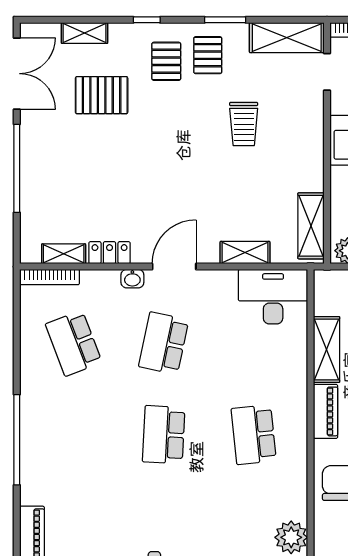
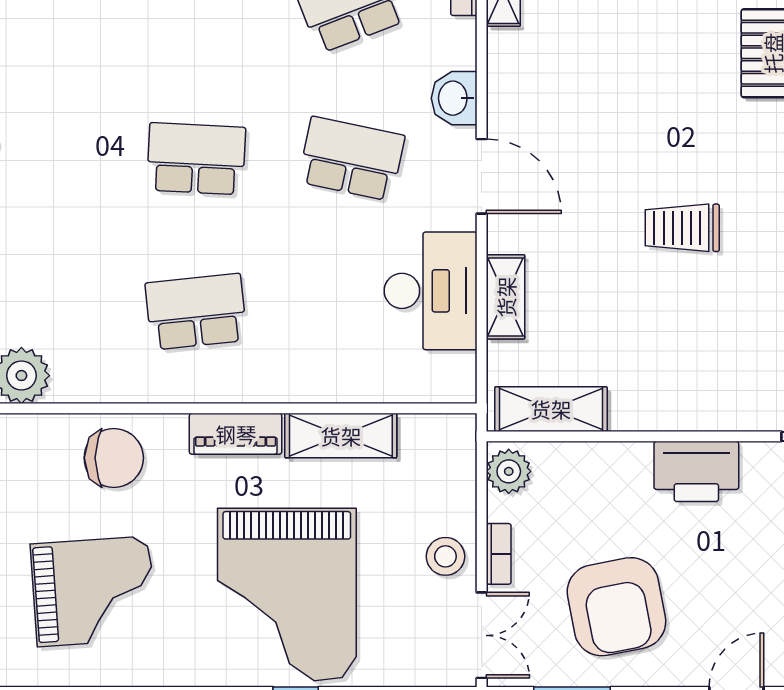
trolley: (244, 124) -> (682, 228), moved
locker: (110, 253) -> (505, 67), removed
washbasin: (132, 279) -> (454, 98), width x1.38, depth x1.45
desk: (273, 297) -> (431, 291), moved

